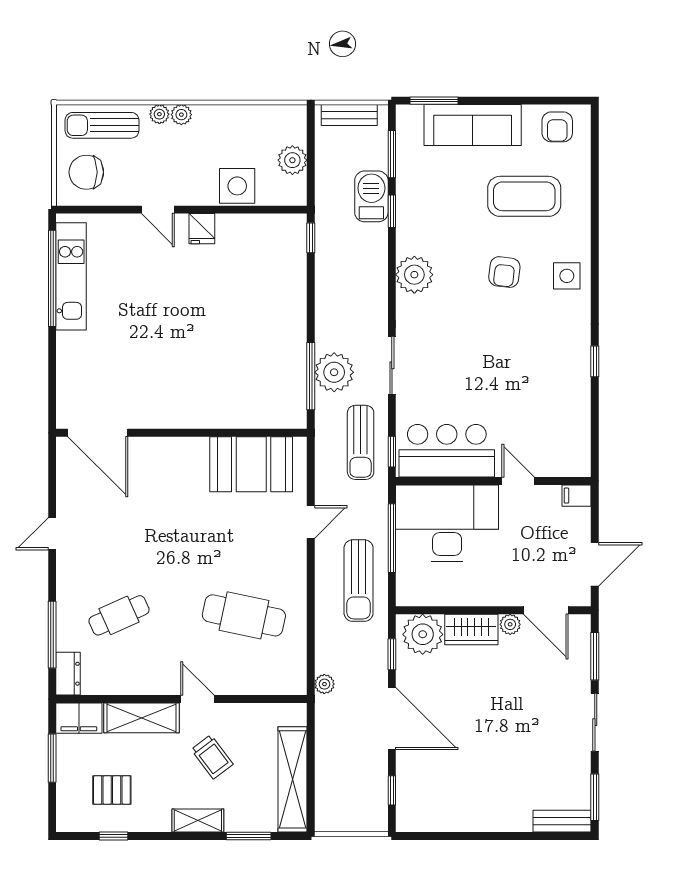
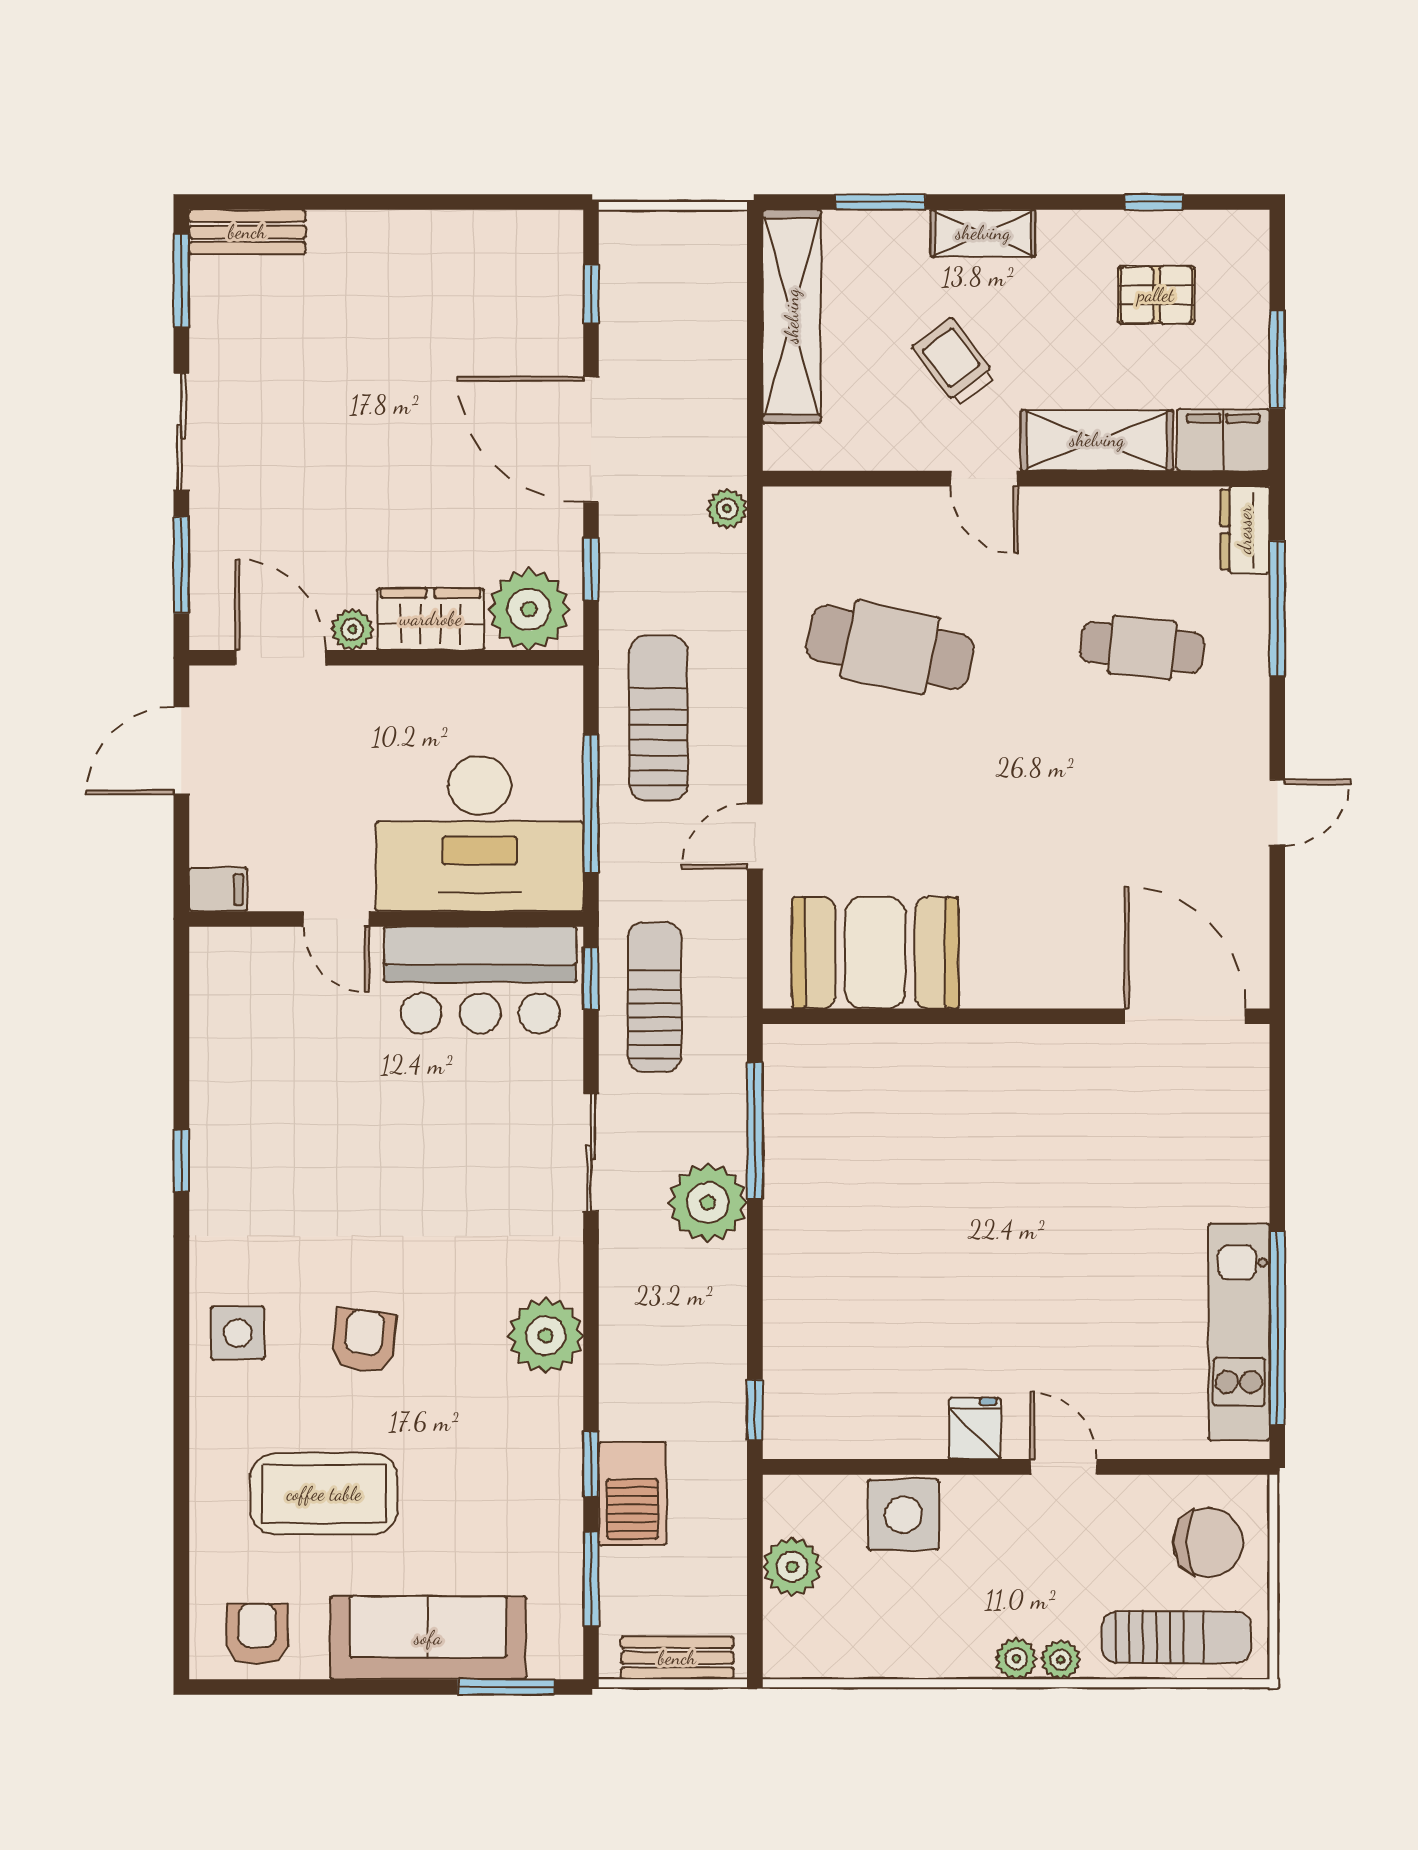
plant: (334, 372) -> (708, 1203), moved
cafe table: (119, 615) -> (1142, 647), turned 30

